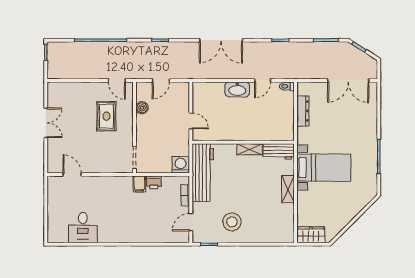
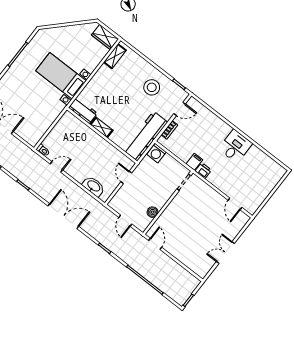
door: (161, 80) -> (125, 221), swing flipped
washbasin: (237, 89) -> (94, 186), moved
dresser: (303, 111) -> (45, 125), removed
rug: (106, 116) -> (181, 225), removed
printer: (154, 182) -> (203, 171), moved
shelving: (288, 189) -> (115, 56), moved
desk: (83, 228) -> (235, 146), moved

